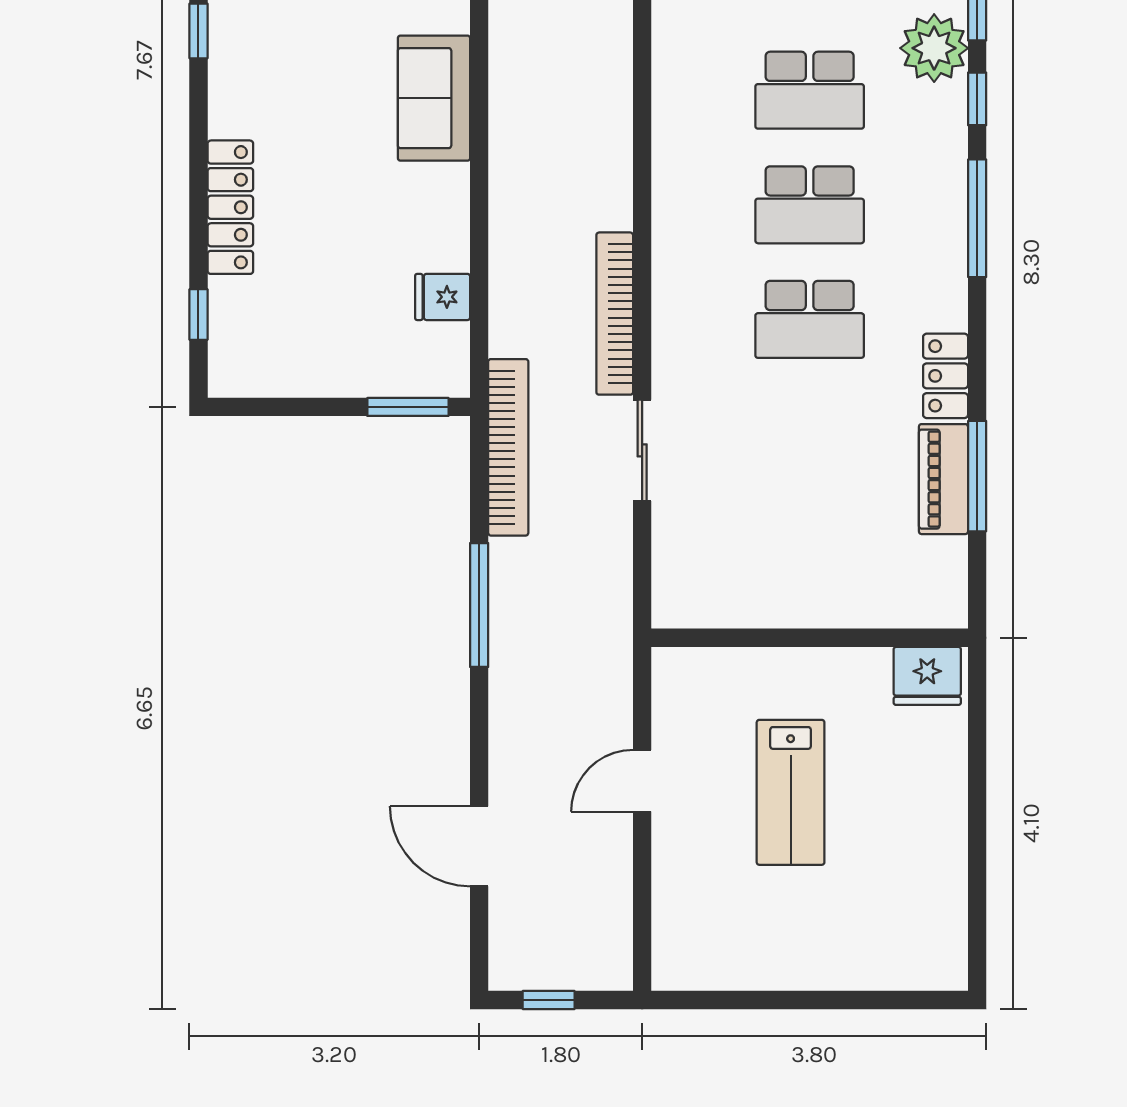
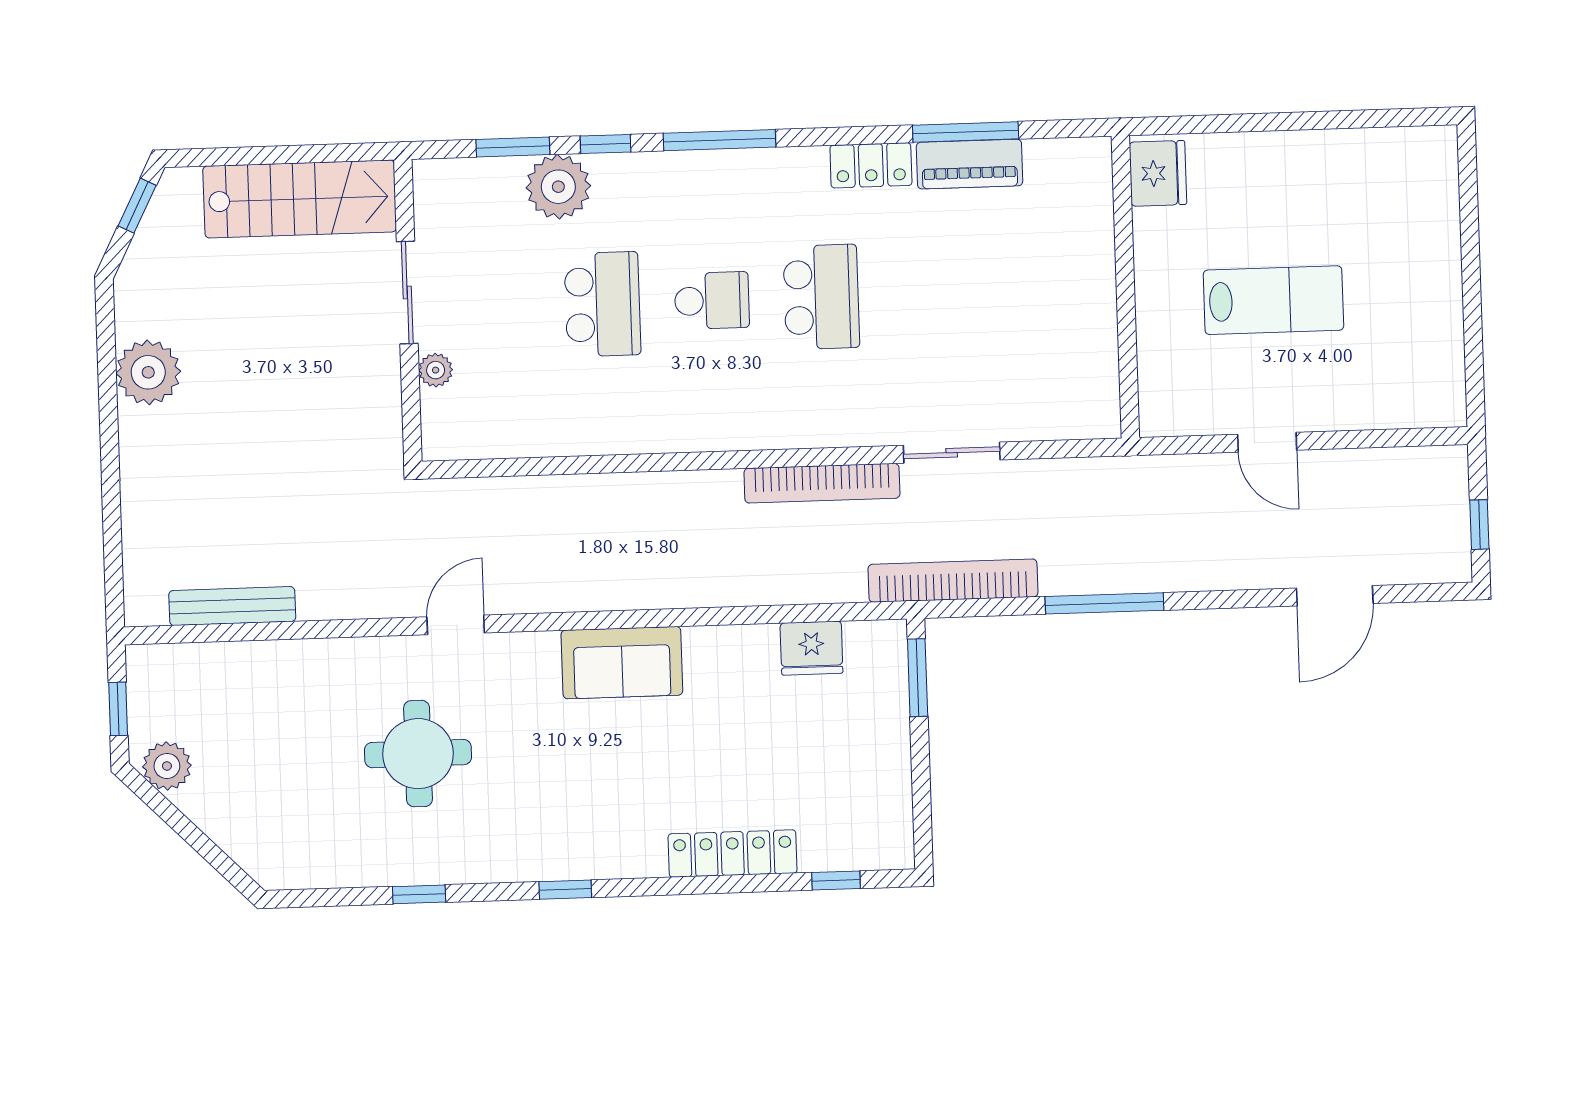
school desk: (810, 205) -> (712, 301), width x0.54
fridge: (443, 297) -> (812, 648), width x1.38

